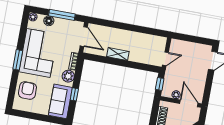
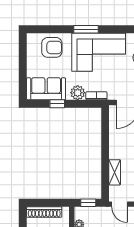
shelving: (118, 54) -> (115, 172), moved

